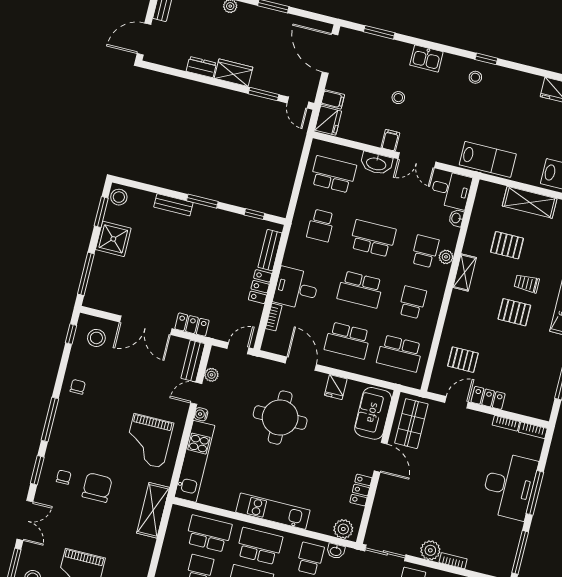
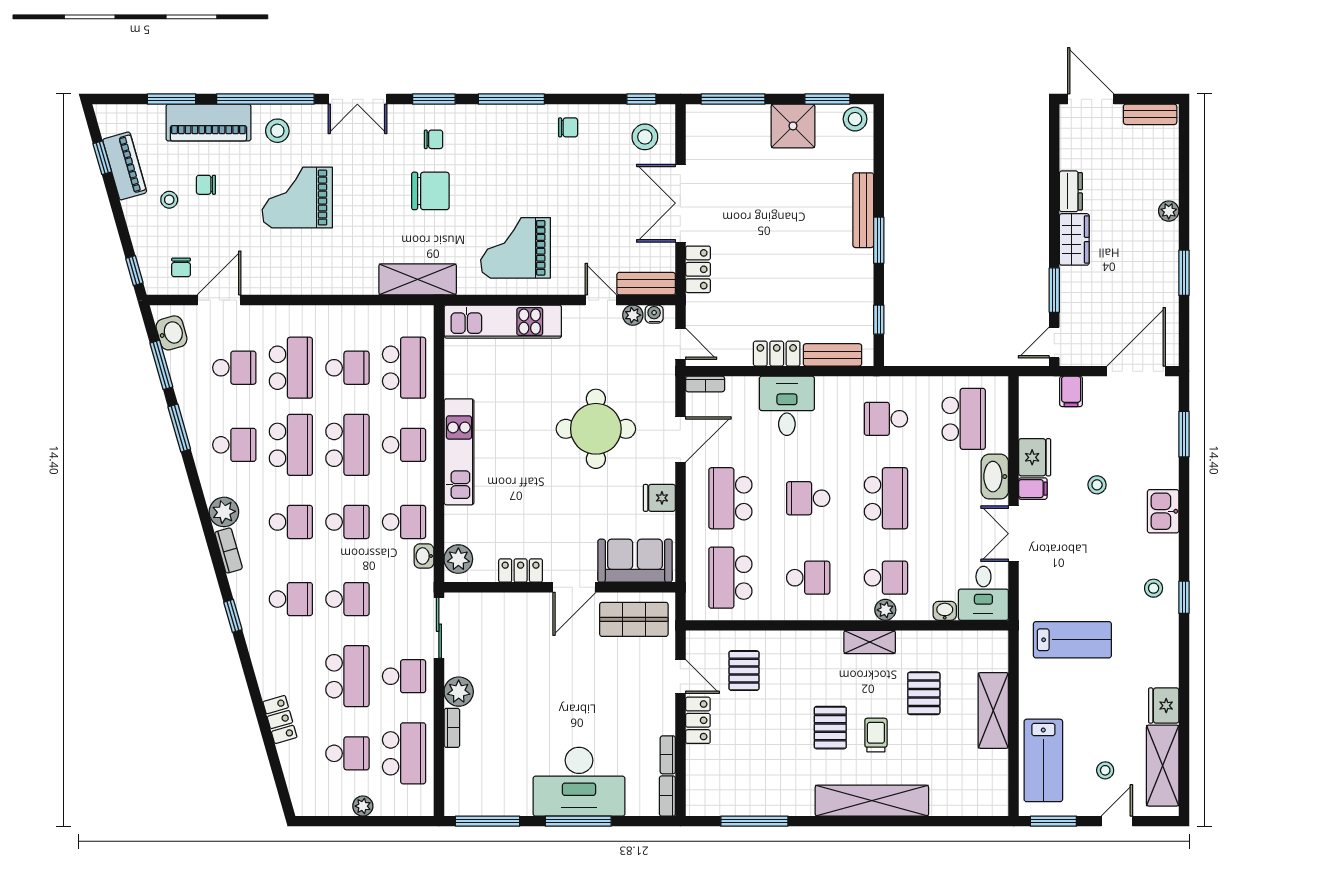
fridge: (328, 121) -> (1035, 457), moved, turned -90
lab bench: (488, 159) -> (1072, 640), moved, turned -90
bench: (173, 205) -> (863, 210), width x1.36
school desk: (360, 289) -> (808, 498), width x0.54
bookcase: (274, 317) -> (705, 384), moved
water cooler: (201, 414) -> (654, 314), moved
school desk: (259, 546) -> (404, 445), width x0.54

